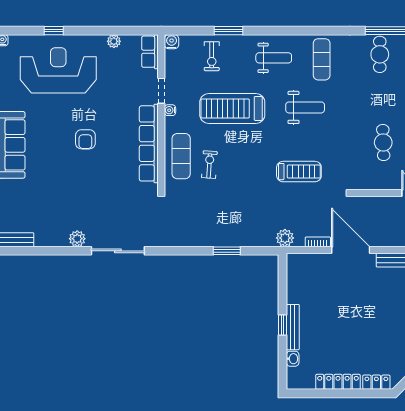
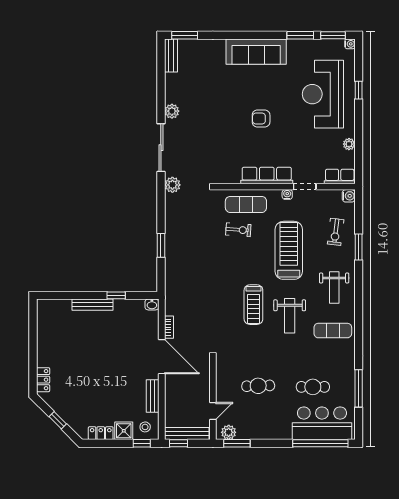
cafe table: (380, 54) -> (313, 387), moved
exercise bike: (212, 56) -> (336, 232), turned -83
reception desk: (58, 70) -> (323, 94), turned 180
row of seats: (149, 143) -> (267, 175), width x0.73
treadmill: (299, 172) -> (253, 305), moved
plant: (285, 238) -> (172, 185), moved
door: (351, 250) -> (162, 357), hinge flipped
window: (282, 325) -> (116, 295), moved
washbasin: (293, 359) -> (152, 304), moved
locker: (338, 382) -> (43, 345), removed

